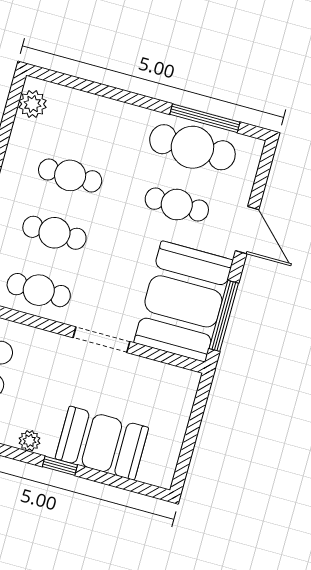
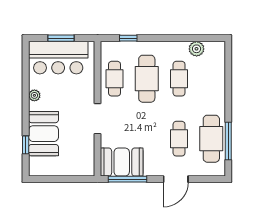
plant: (33, 104) -> (197, 49), moved
cafe table: (54, 233) -> (147, 79), width x1.37, depth x1.35
booth: (183, 301) -> (122, 162), width x0.73, depth x0.70
window: (60, 466) -> (26, 145), moved

